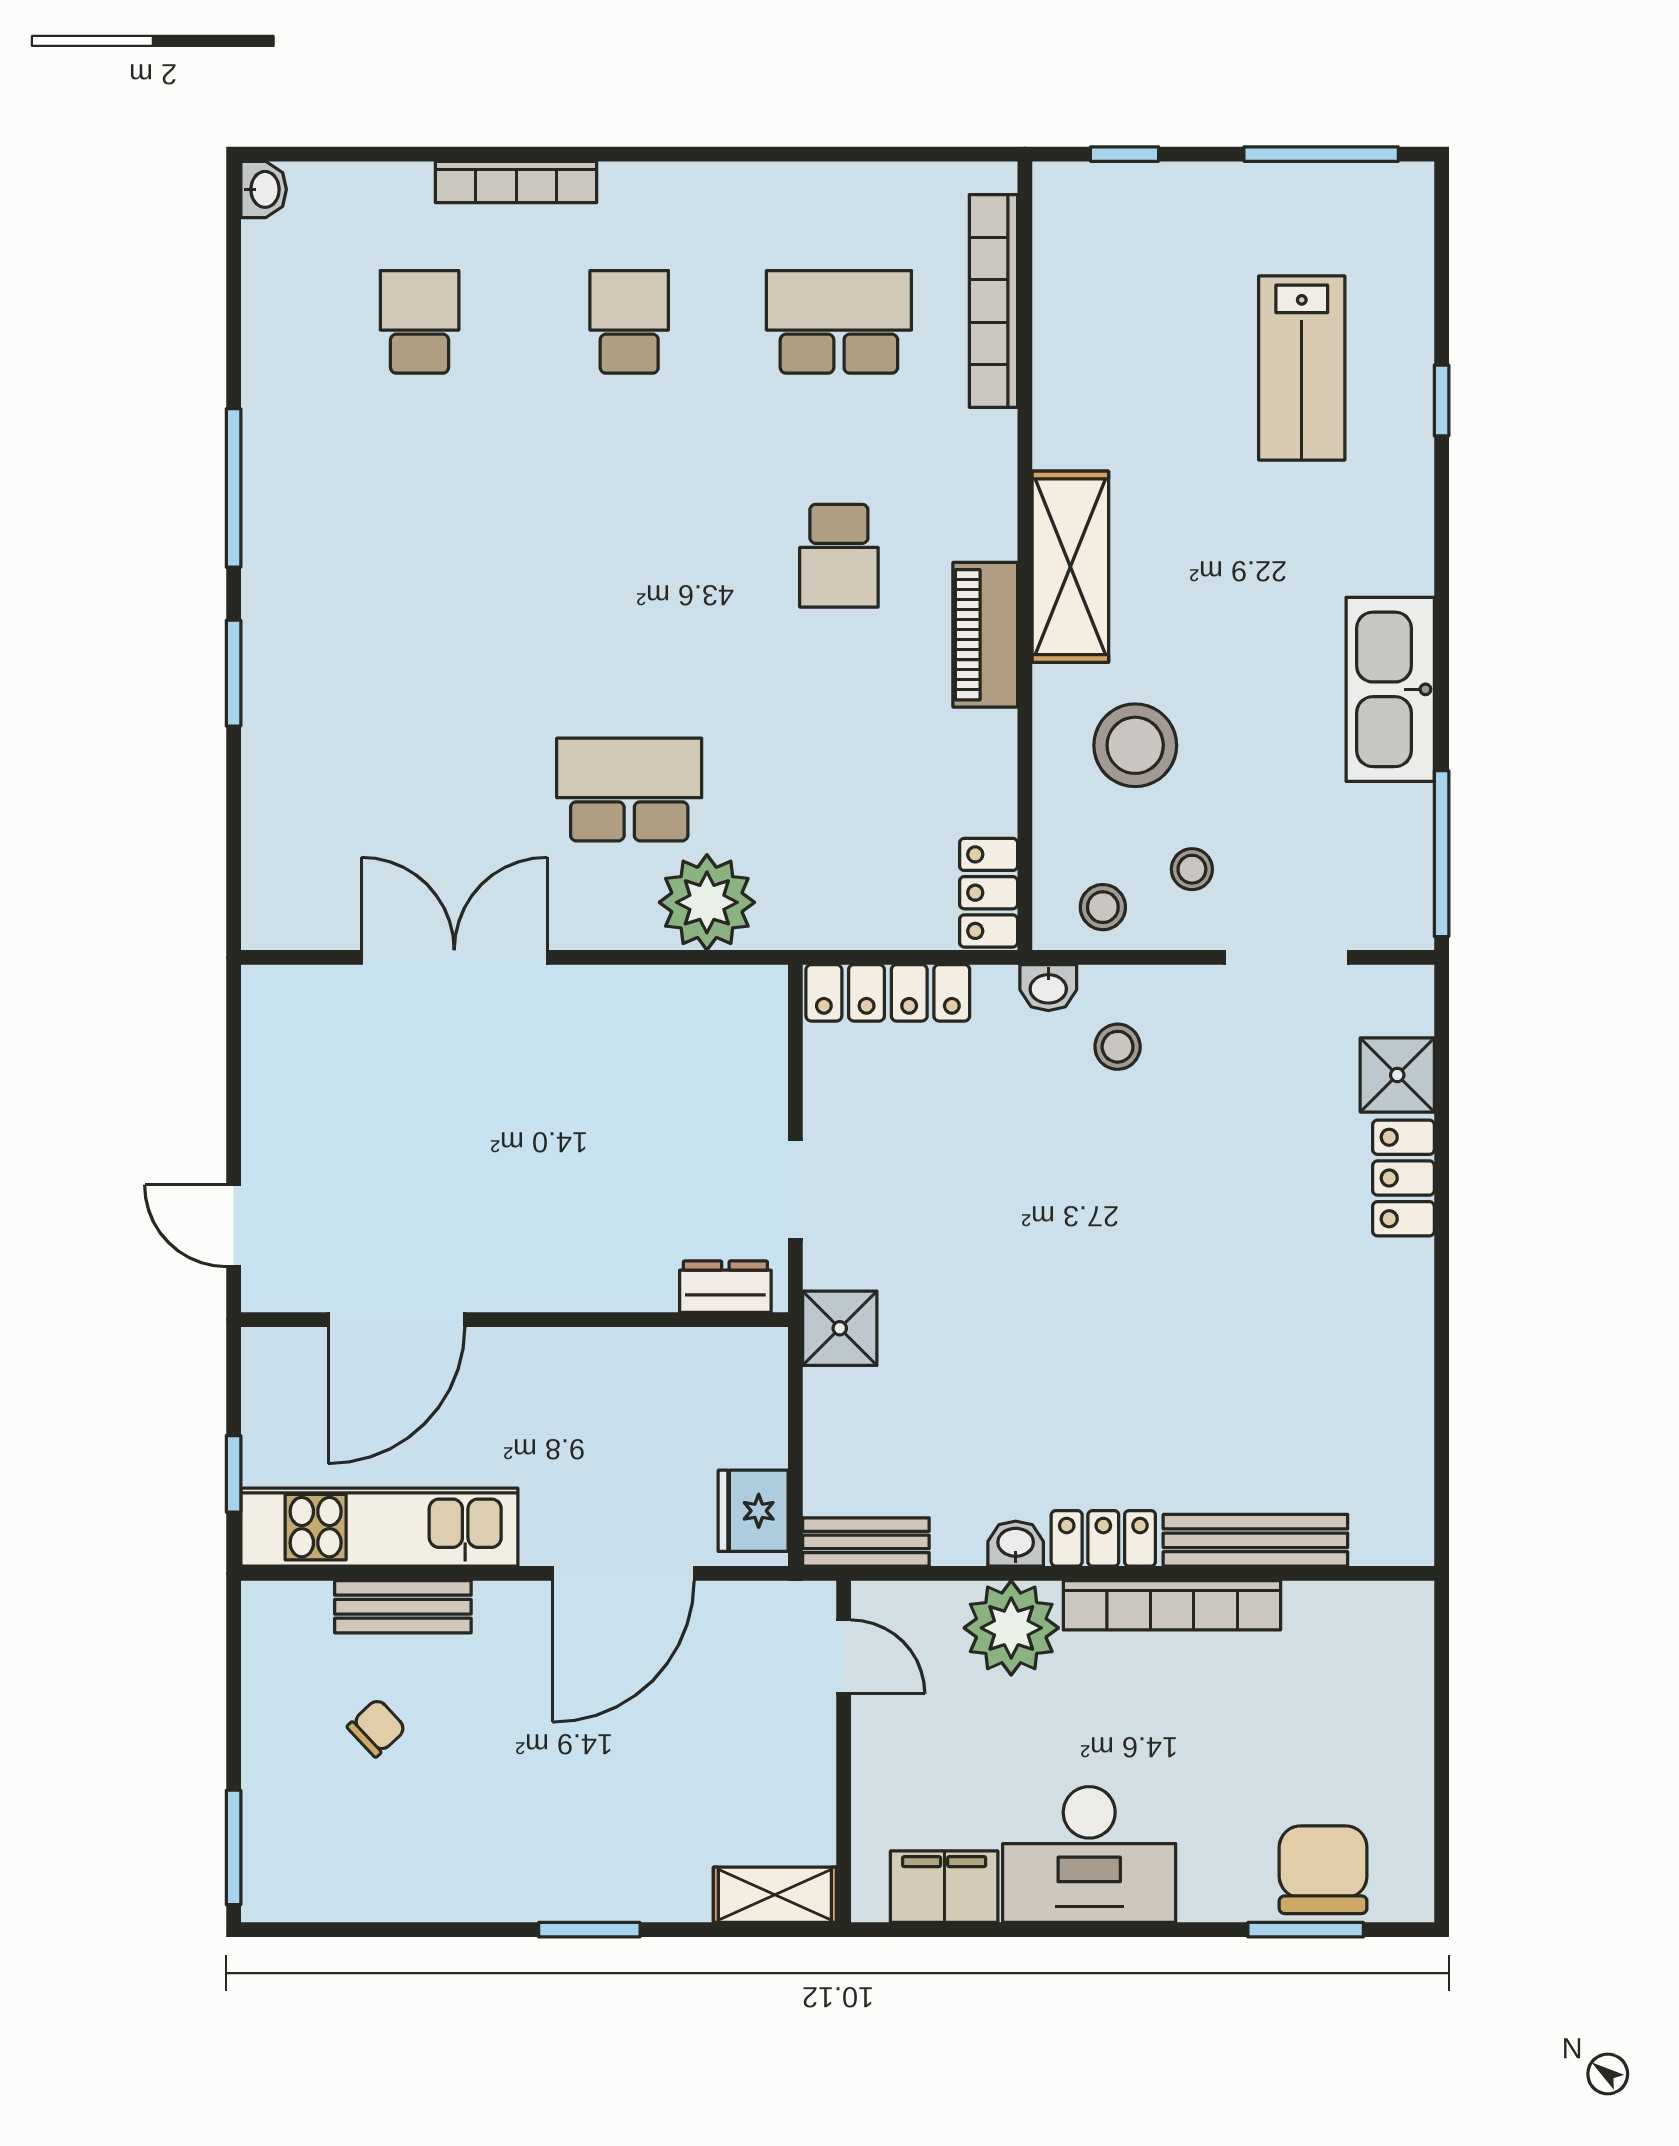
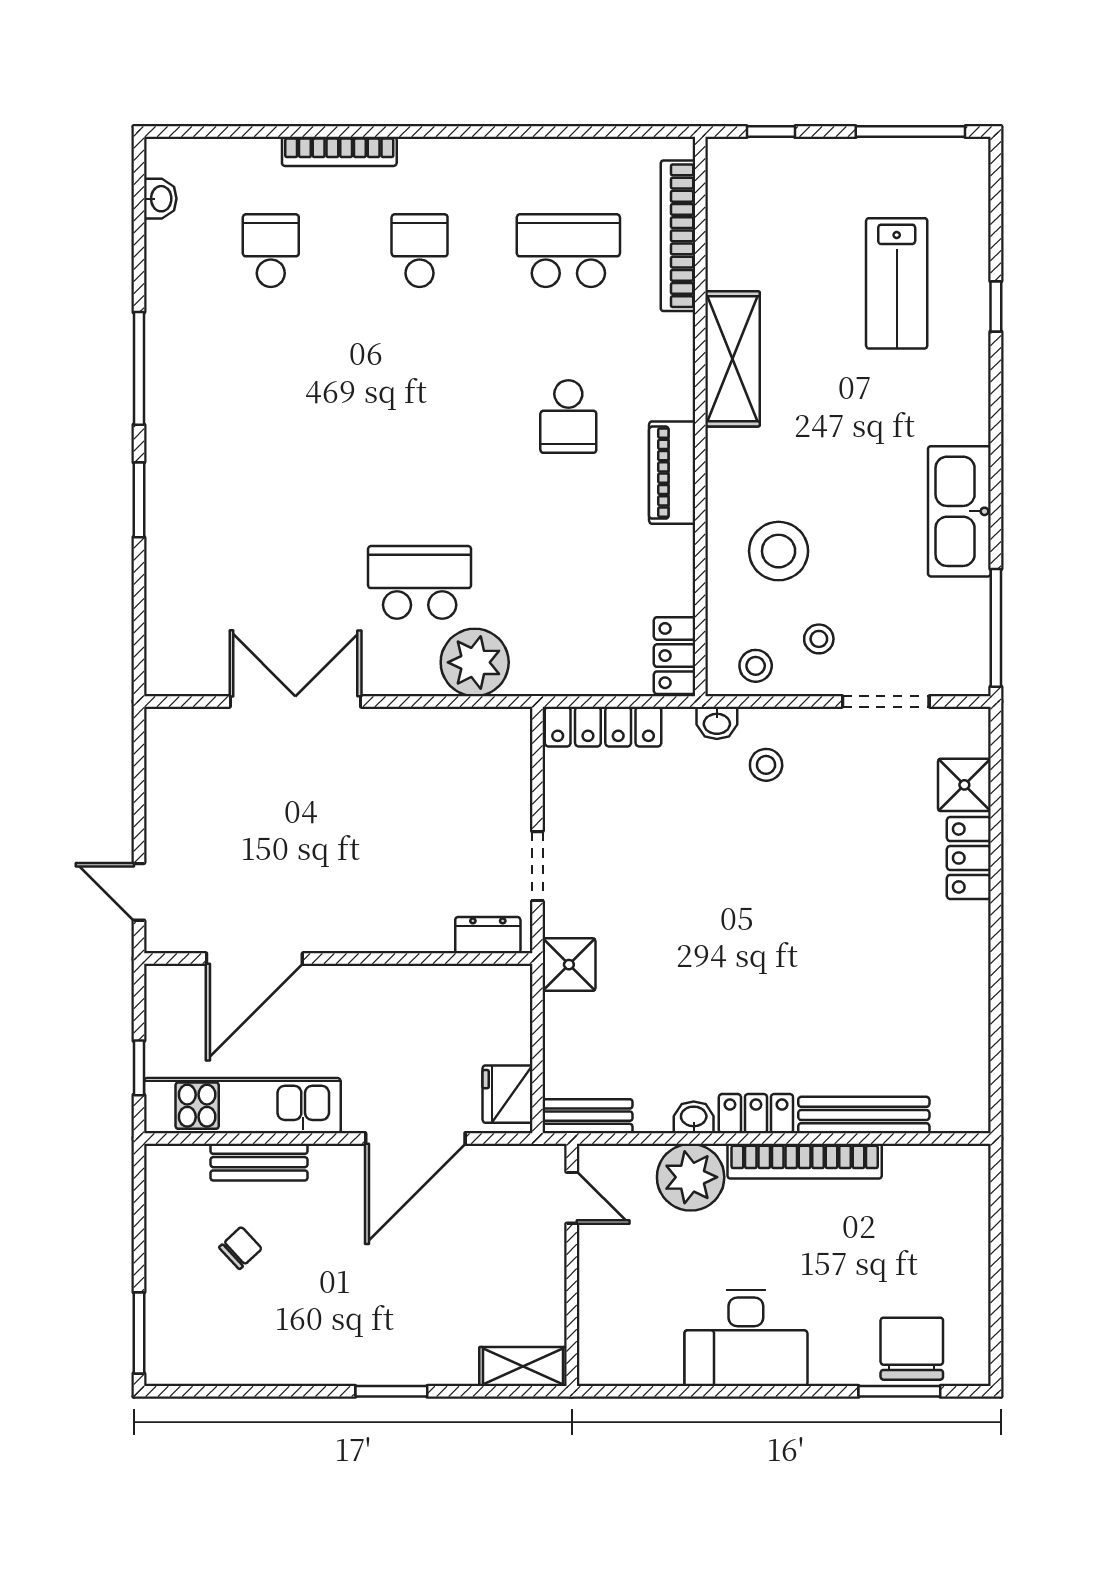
washbasin: (264, 189) -> (160, 199), moved
shelving: (1070, 567) -> (732, 359), moved
filing cabinet: (944, 1887) -> (643, 1361), removed

